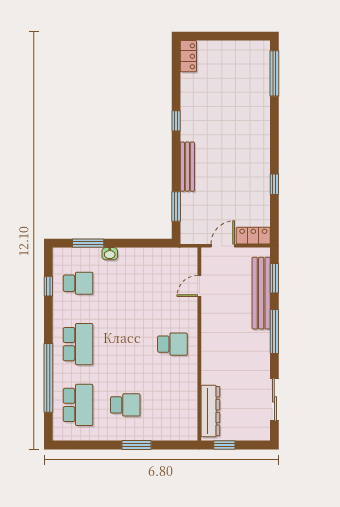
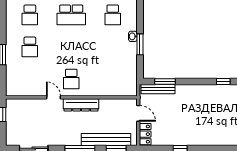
bench: (187, 167) -> (158, 89), moved
window: (88, 243) -> (140, 44), moved
door: (199, 286) -> (53, 97), moved
school desk: (78, 405) -> (30, 15), width x0.54
dresser: (210, 411) -> (81, 105), moved

